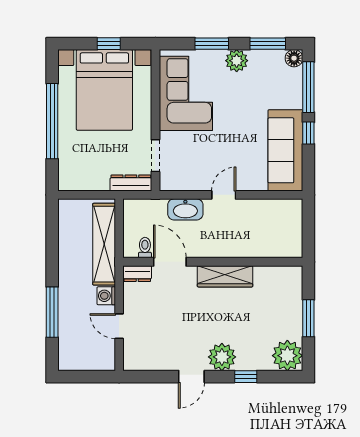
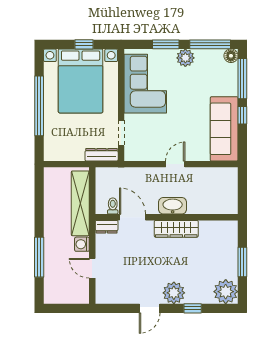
window: (268, 44) -> (210, 44), width x1.44
washbasin: (185, 209) -> (173, 206), moved, turned 180

